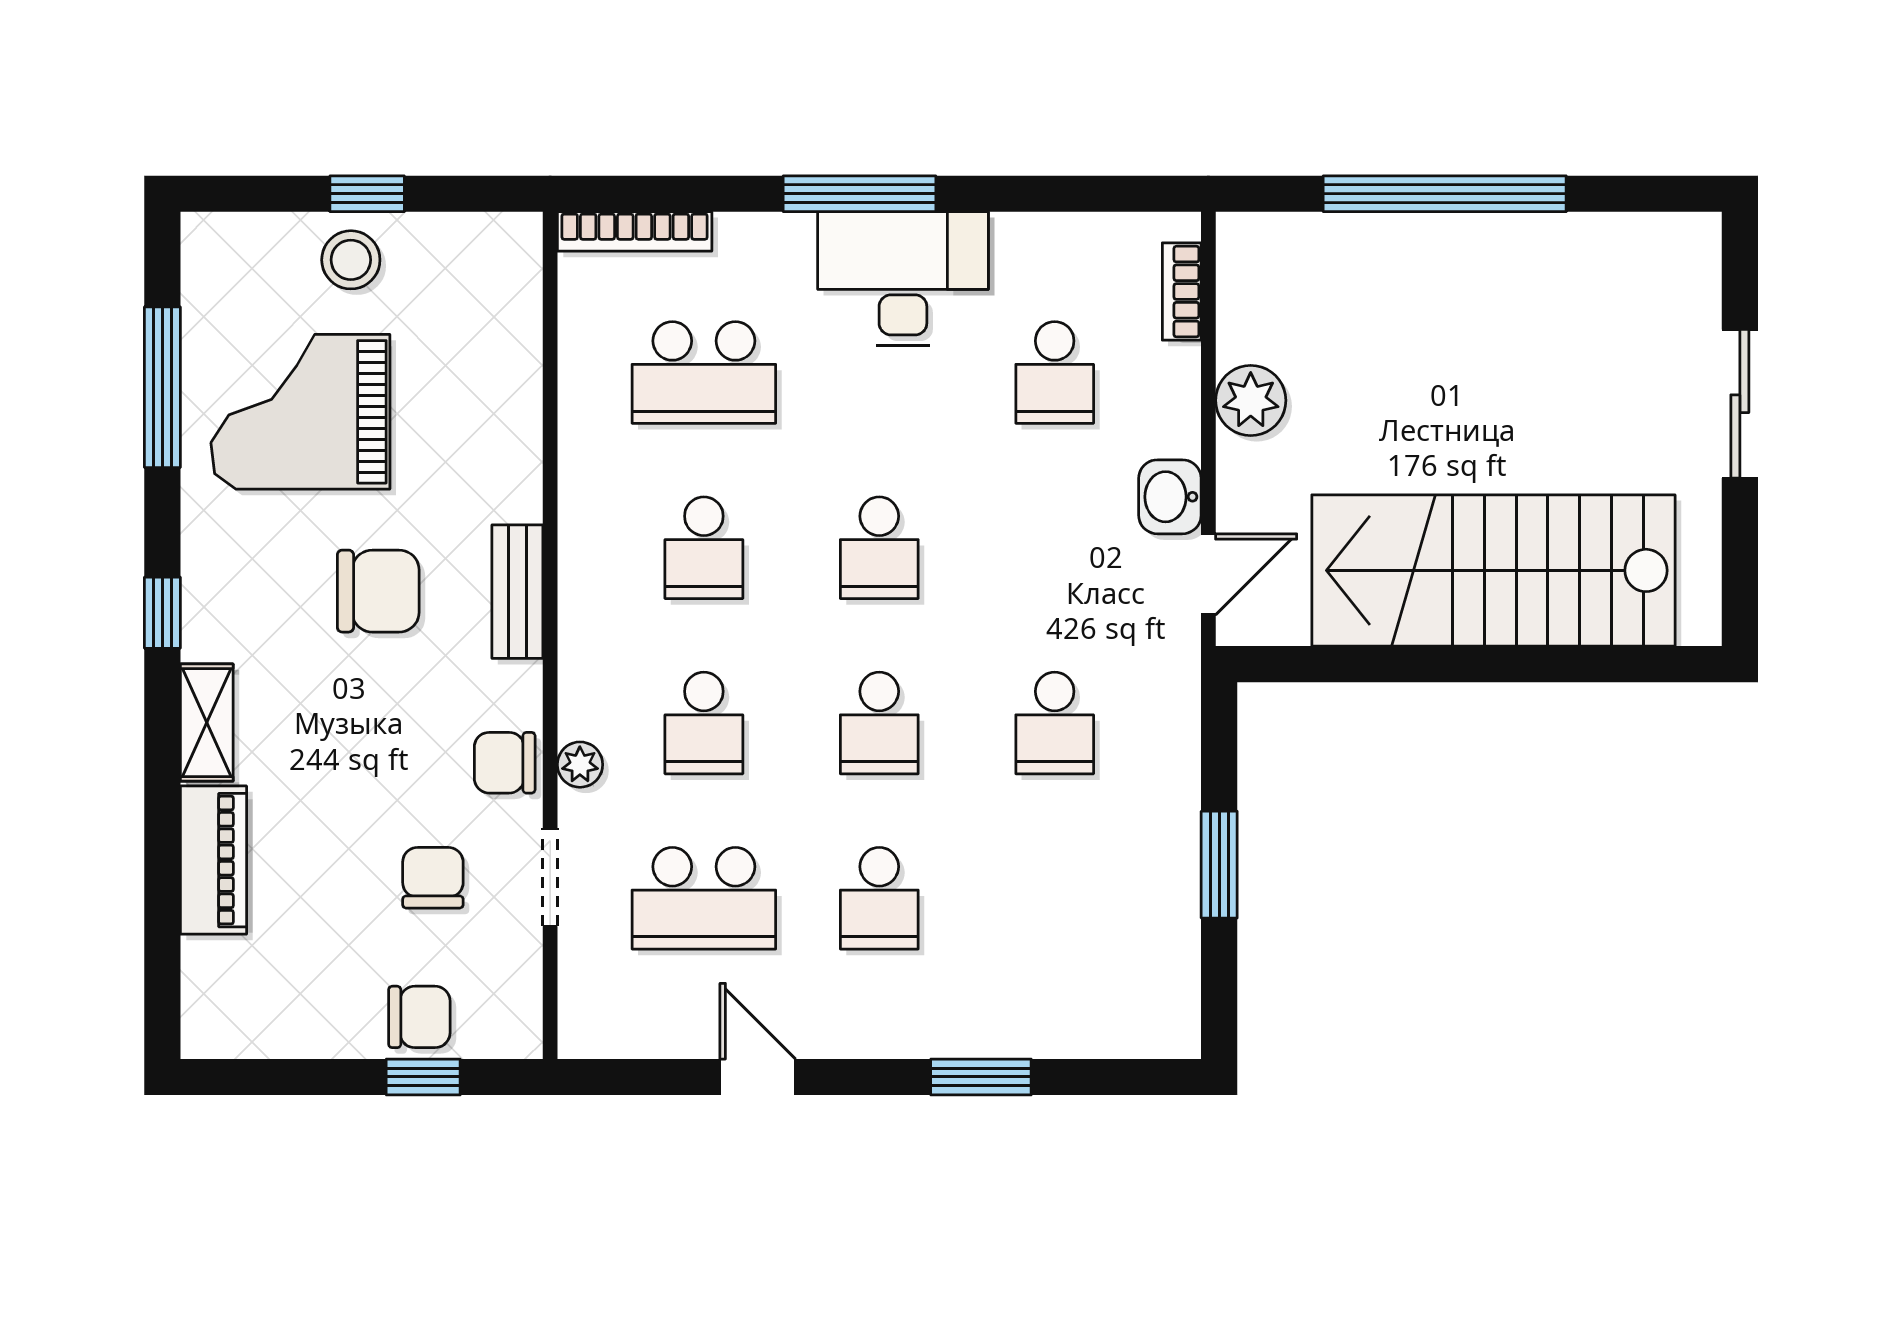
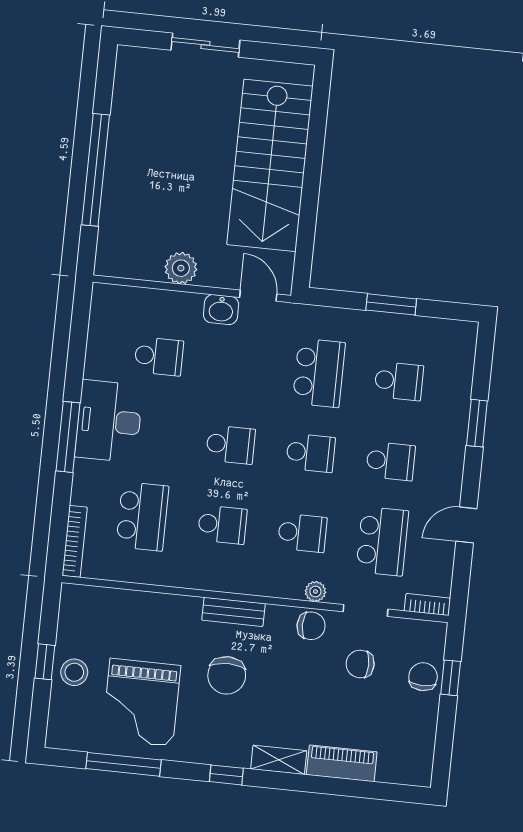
bookcase: (1182, 292) -> (427, 605), moved, turned 180
chair: (378, 591) -> (227, 675), turned 180
school desk: (1055, 723) -> (319, 373), width x1.85
chair: (505, 763) -> (311, 626), turned -90
school desk: (1055, 898) -> (399, 381), added

